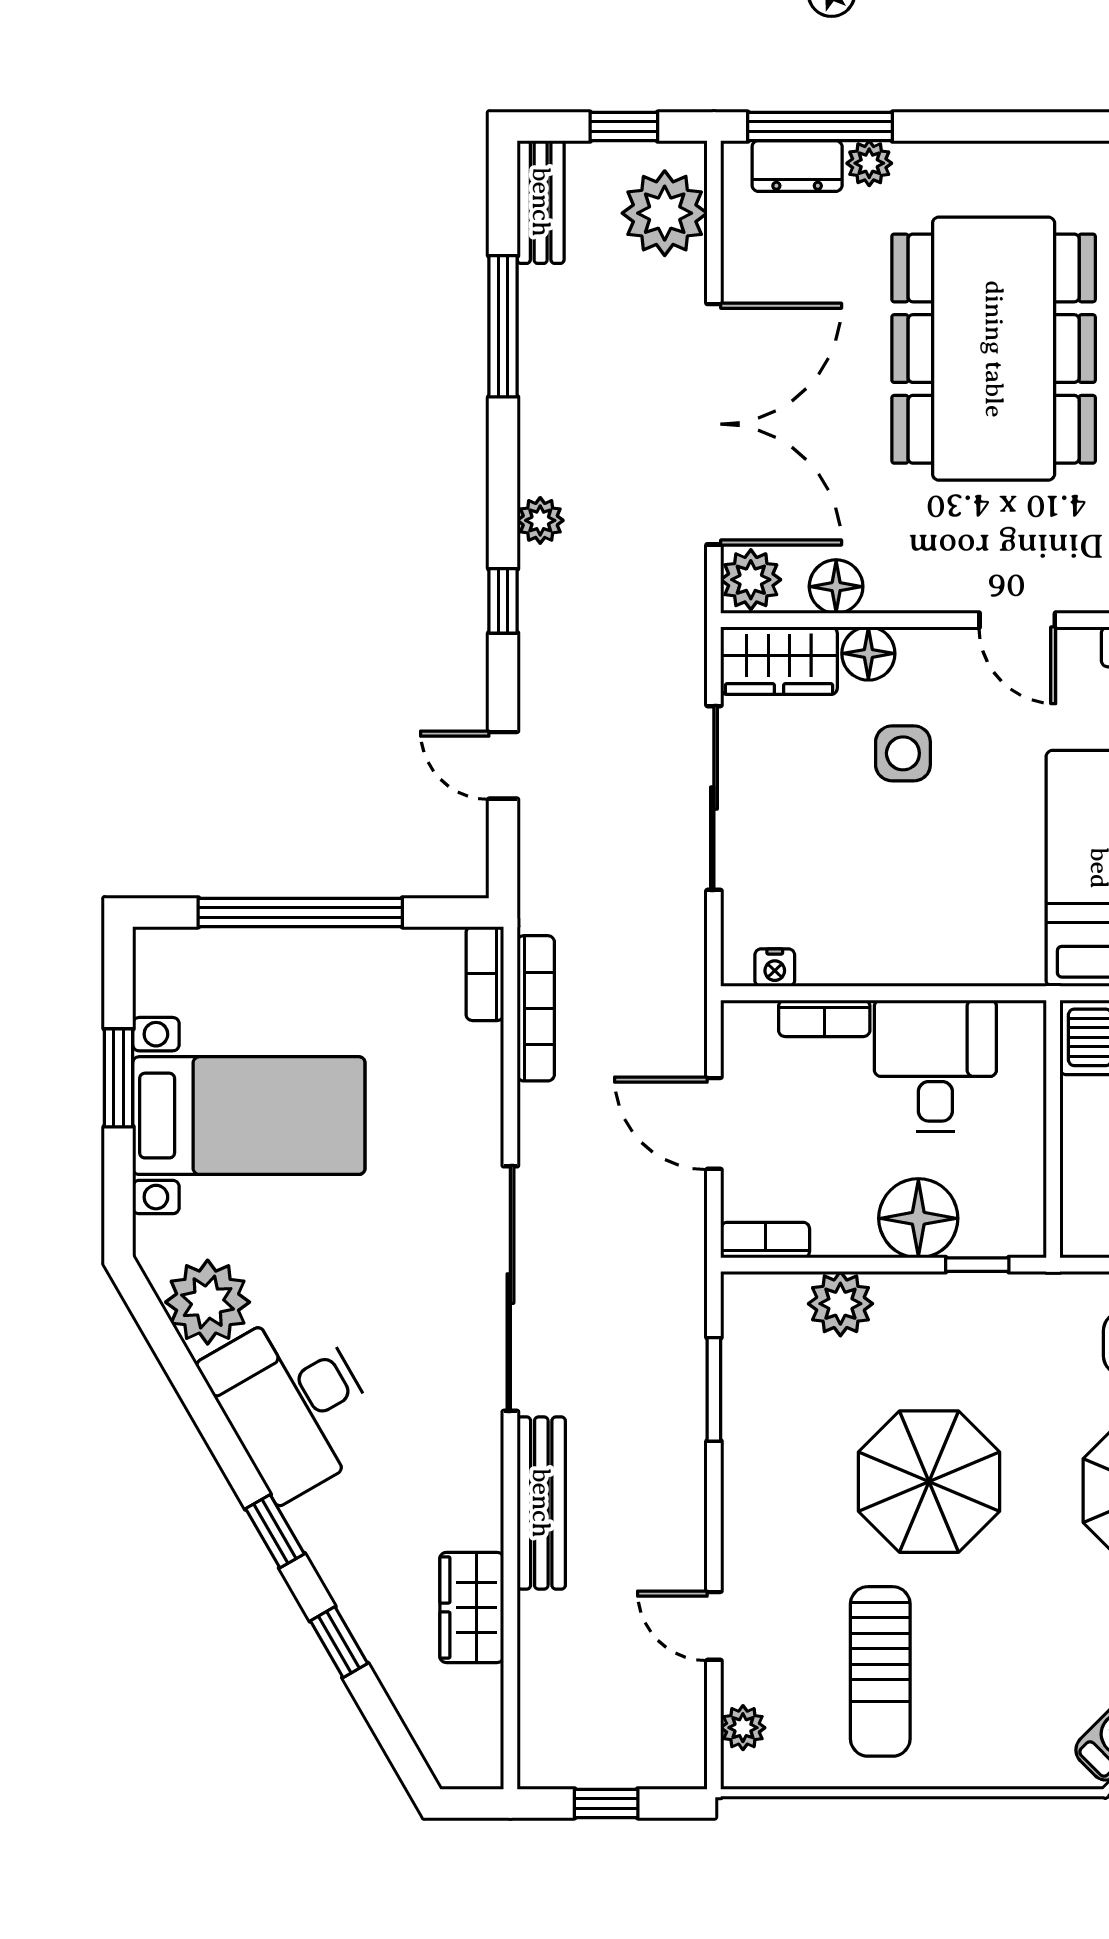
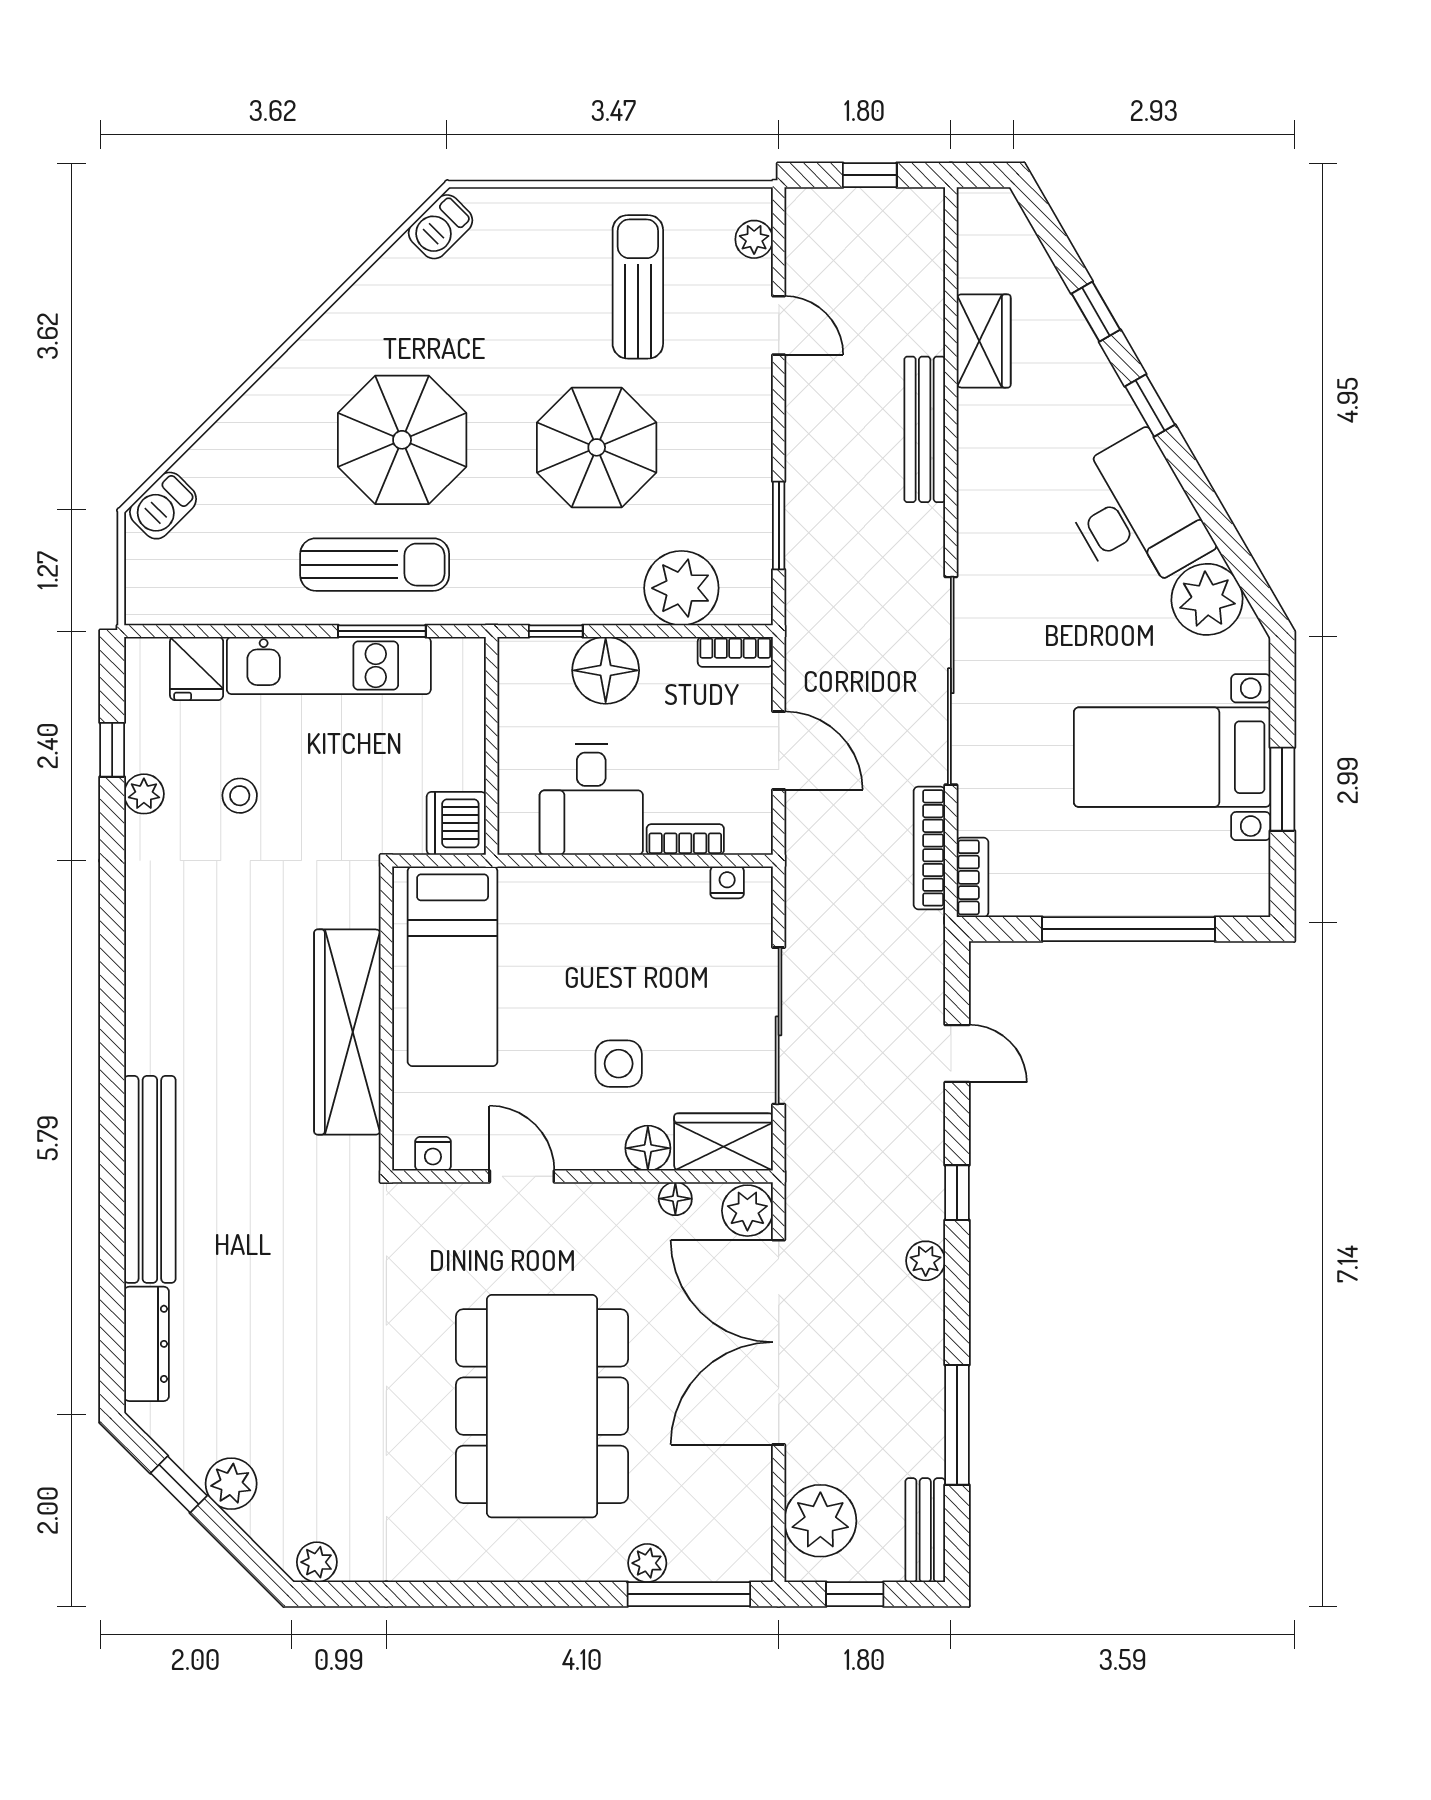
dresser: (797, 166) -> (708, 1561), removed
floor lamp: (836, 587) -> (675, 1199), width x0.73, depth x0.73
sliding door: (510, 1289) -> (951, 681), moved
plant: (840, 1304) -> (681, 588), width x1.36, depth x1.36

